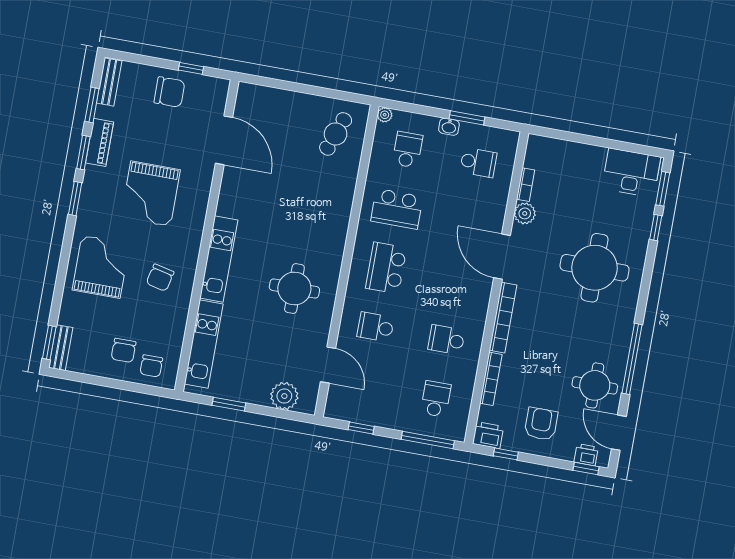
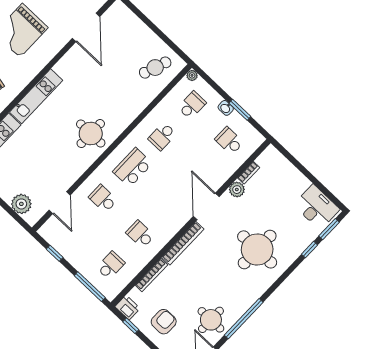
school desk: (478, 162) -> (229, 141), turned 180
school desk: (397, 209) -> (162, 136), width x0.54
round table: (294, 288) -> (91, 133), moved

